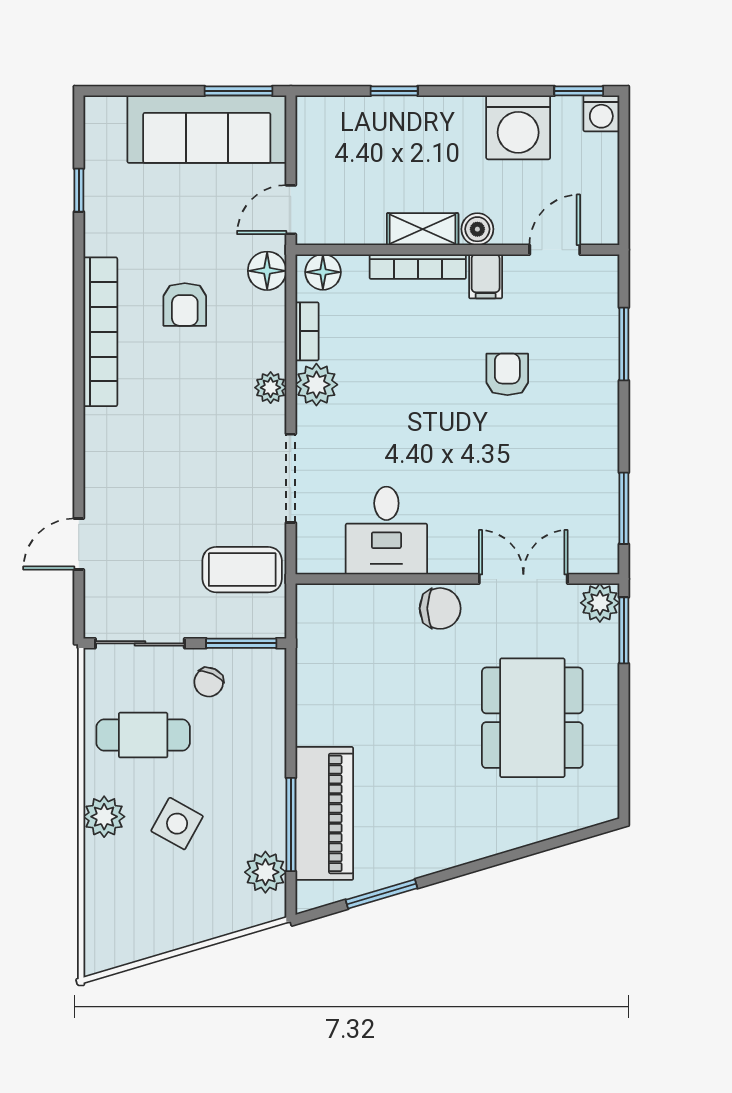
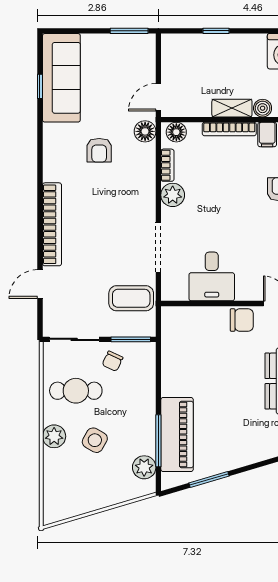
sofa: (207, 129) -> (61, 78), moved, turned -90
bookcase: (100, 332) -> (52, 224), moved
plant: (271, 388) -> (147, 197), removed

